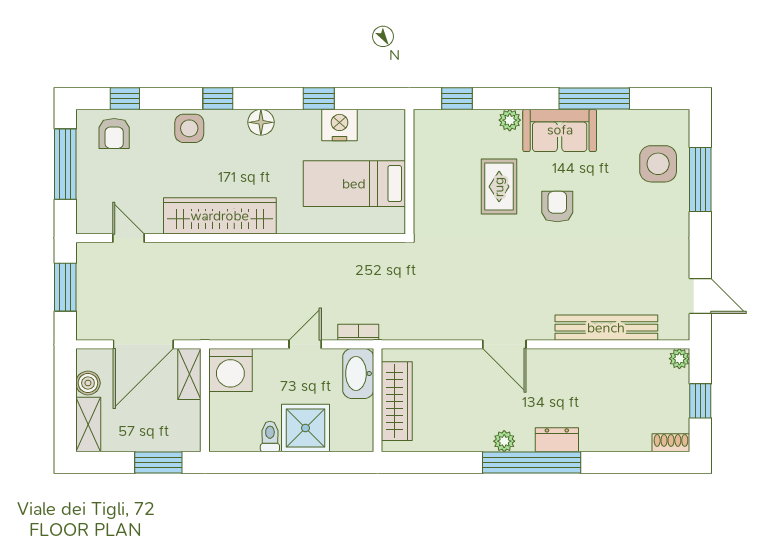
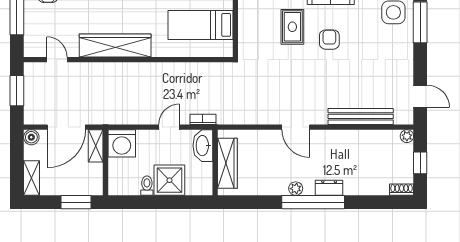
boiler: (88, 383) -> (31, 137), moved

